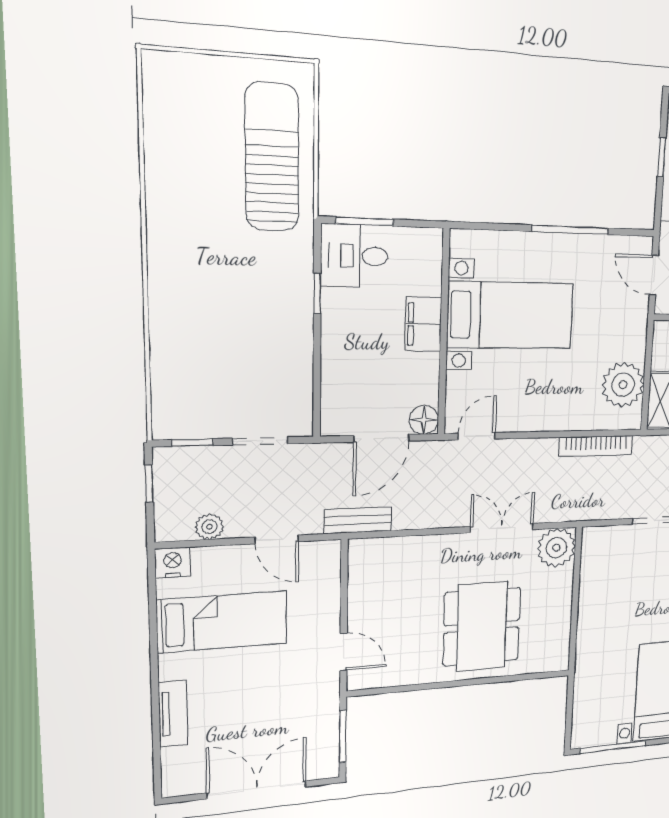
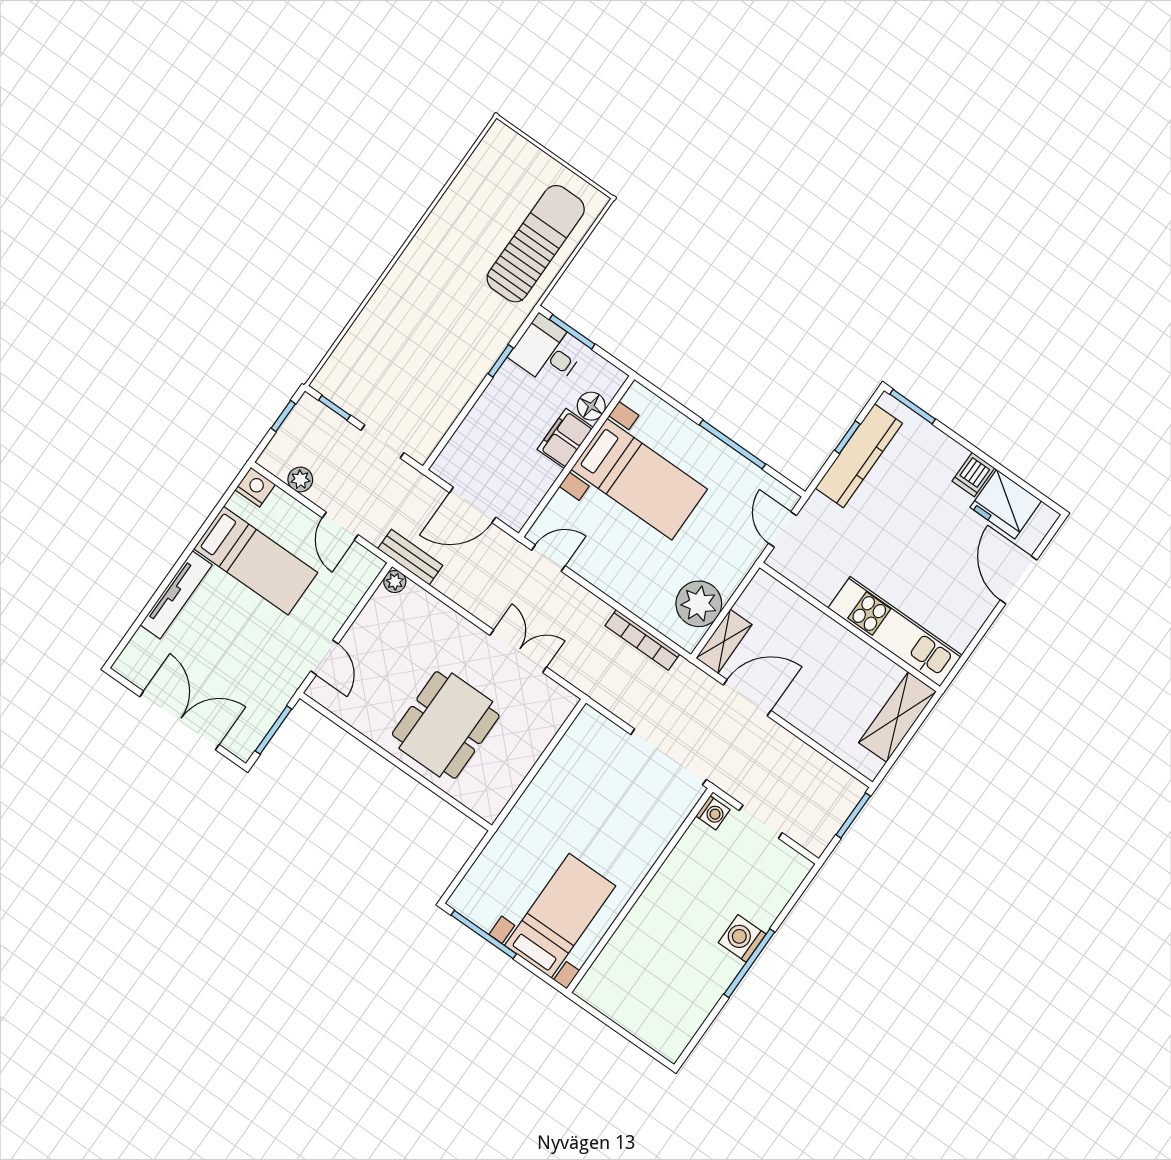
floor lamp: (424, 420) -> (591, 406), moved
plant: (556, 548) -> (395, 582), moved, width x0.53, depth x0.53
tv unit: (173, 714) -> (176, 595), width x1.41

